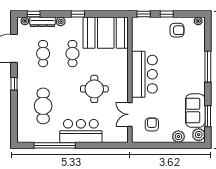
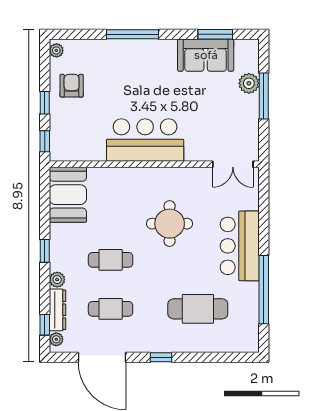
booth: (106, 33) -> (68, 195), width x0.73, depth x0.70
double door: (130, 114) -> (233, 164), moved
armchair: (152, 124) -> (229, 128), removed
plant: (199, 135) -> (246, 50), removed
window: (171, 145) -> (264, 96), added

